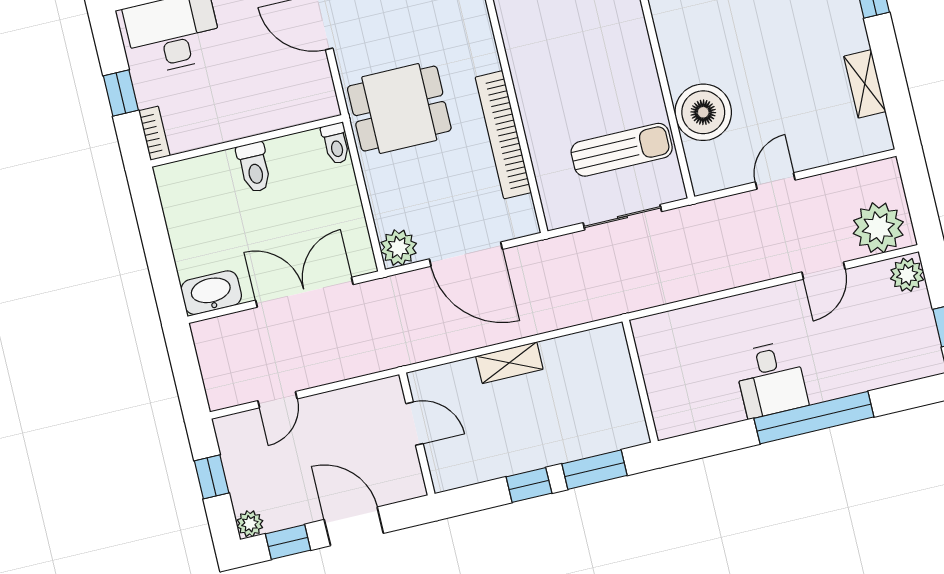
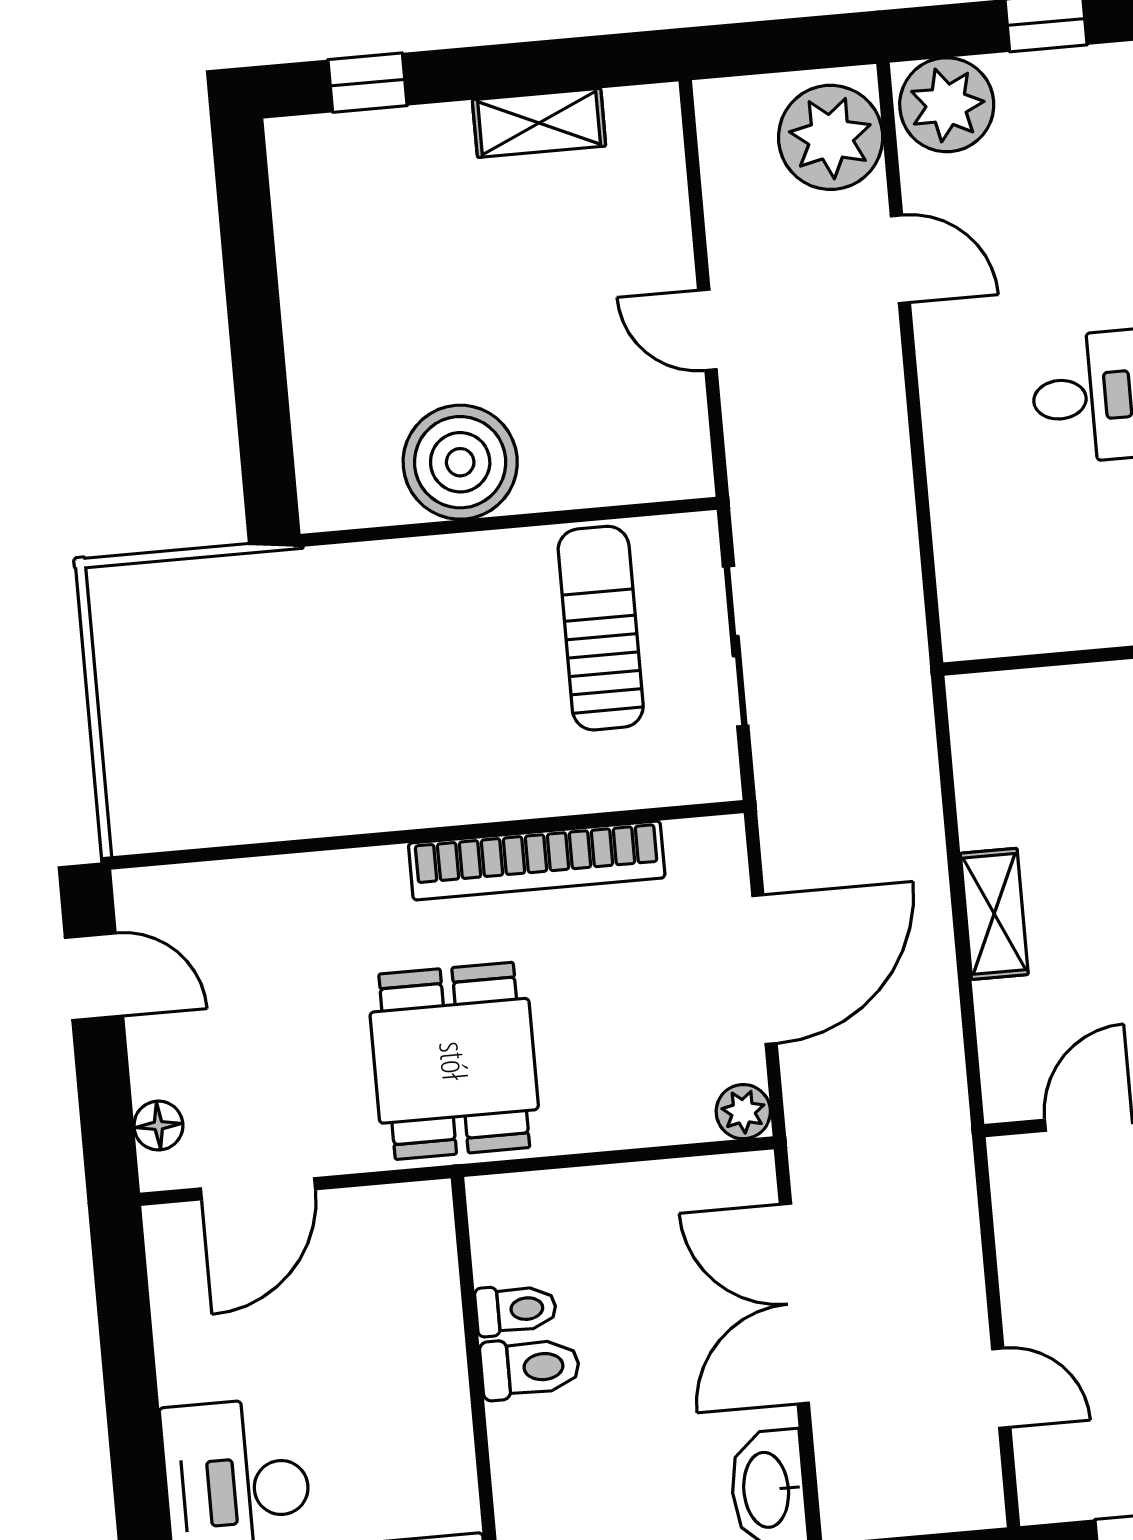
boiler: (703, 112) -> (460, 462), moved
toilet: (336, 143) -> (516, 1310), moved
plant: (399, 248) -> (743, 1112), width x0.73, depth x0.73
plant: (907, 275) -> (947, 105), width x1.36, depth x1.36

